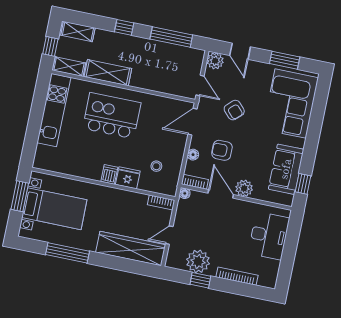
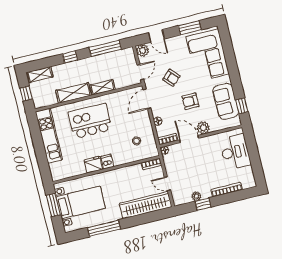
shelving: (69, 67) -> (102, 87), moved
door: (200, 86) -> (140, 72), hinge flipped
armchair: (222, 150) -> (190, 101), moved
fridge: (128, 178) -> (93, 165), moved
door: (169, 235) -> (167, 184), hinge flipped
plant: (198, 261) -> (196, 196), width x0.53, depth x0.53

